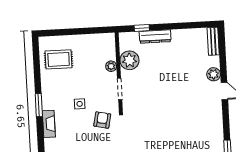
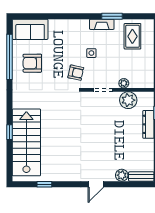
plant: (214, 74) -> (122, 175), moved
window: (39, 105) -> (112, 16), moved
fireplace: (49, 124) -> (102, 24), moved

